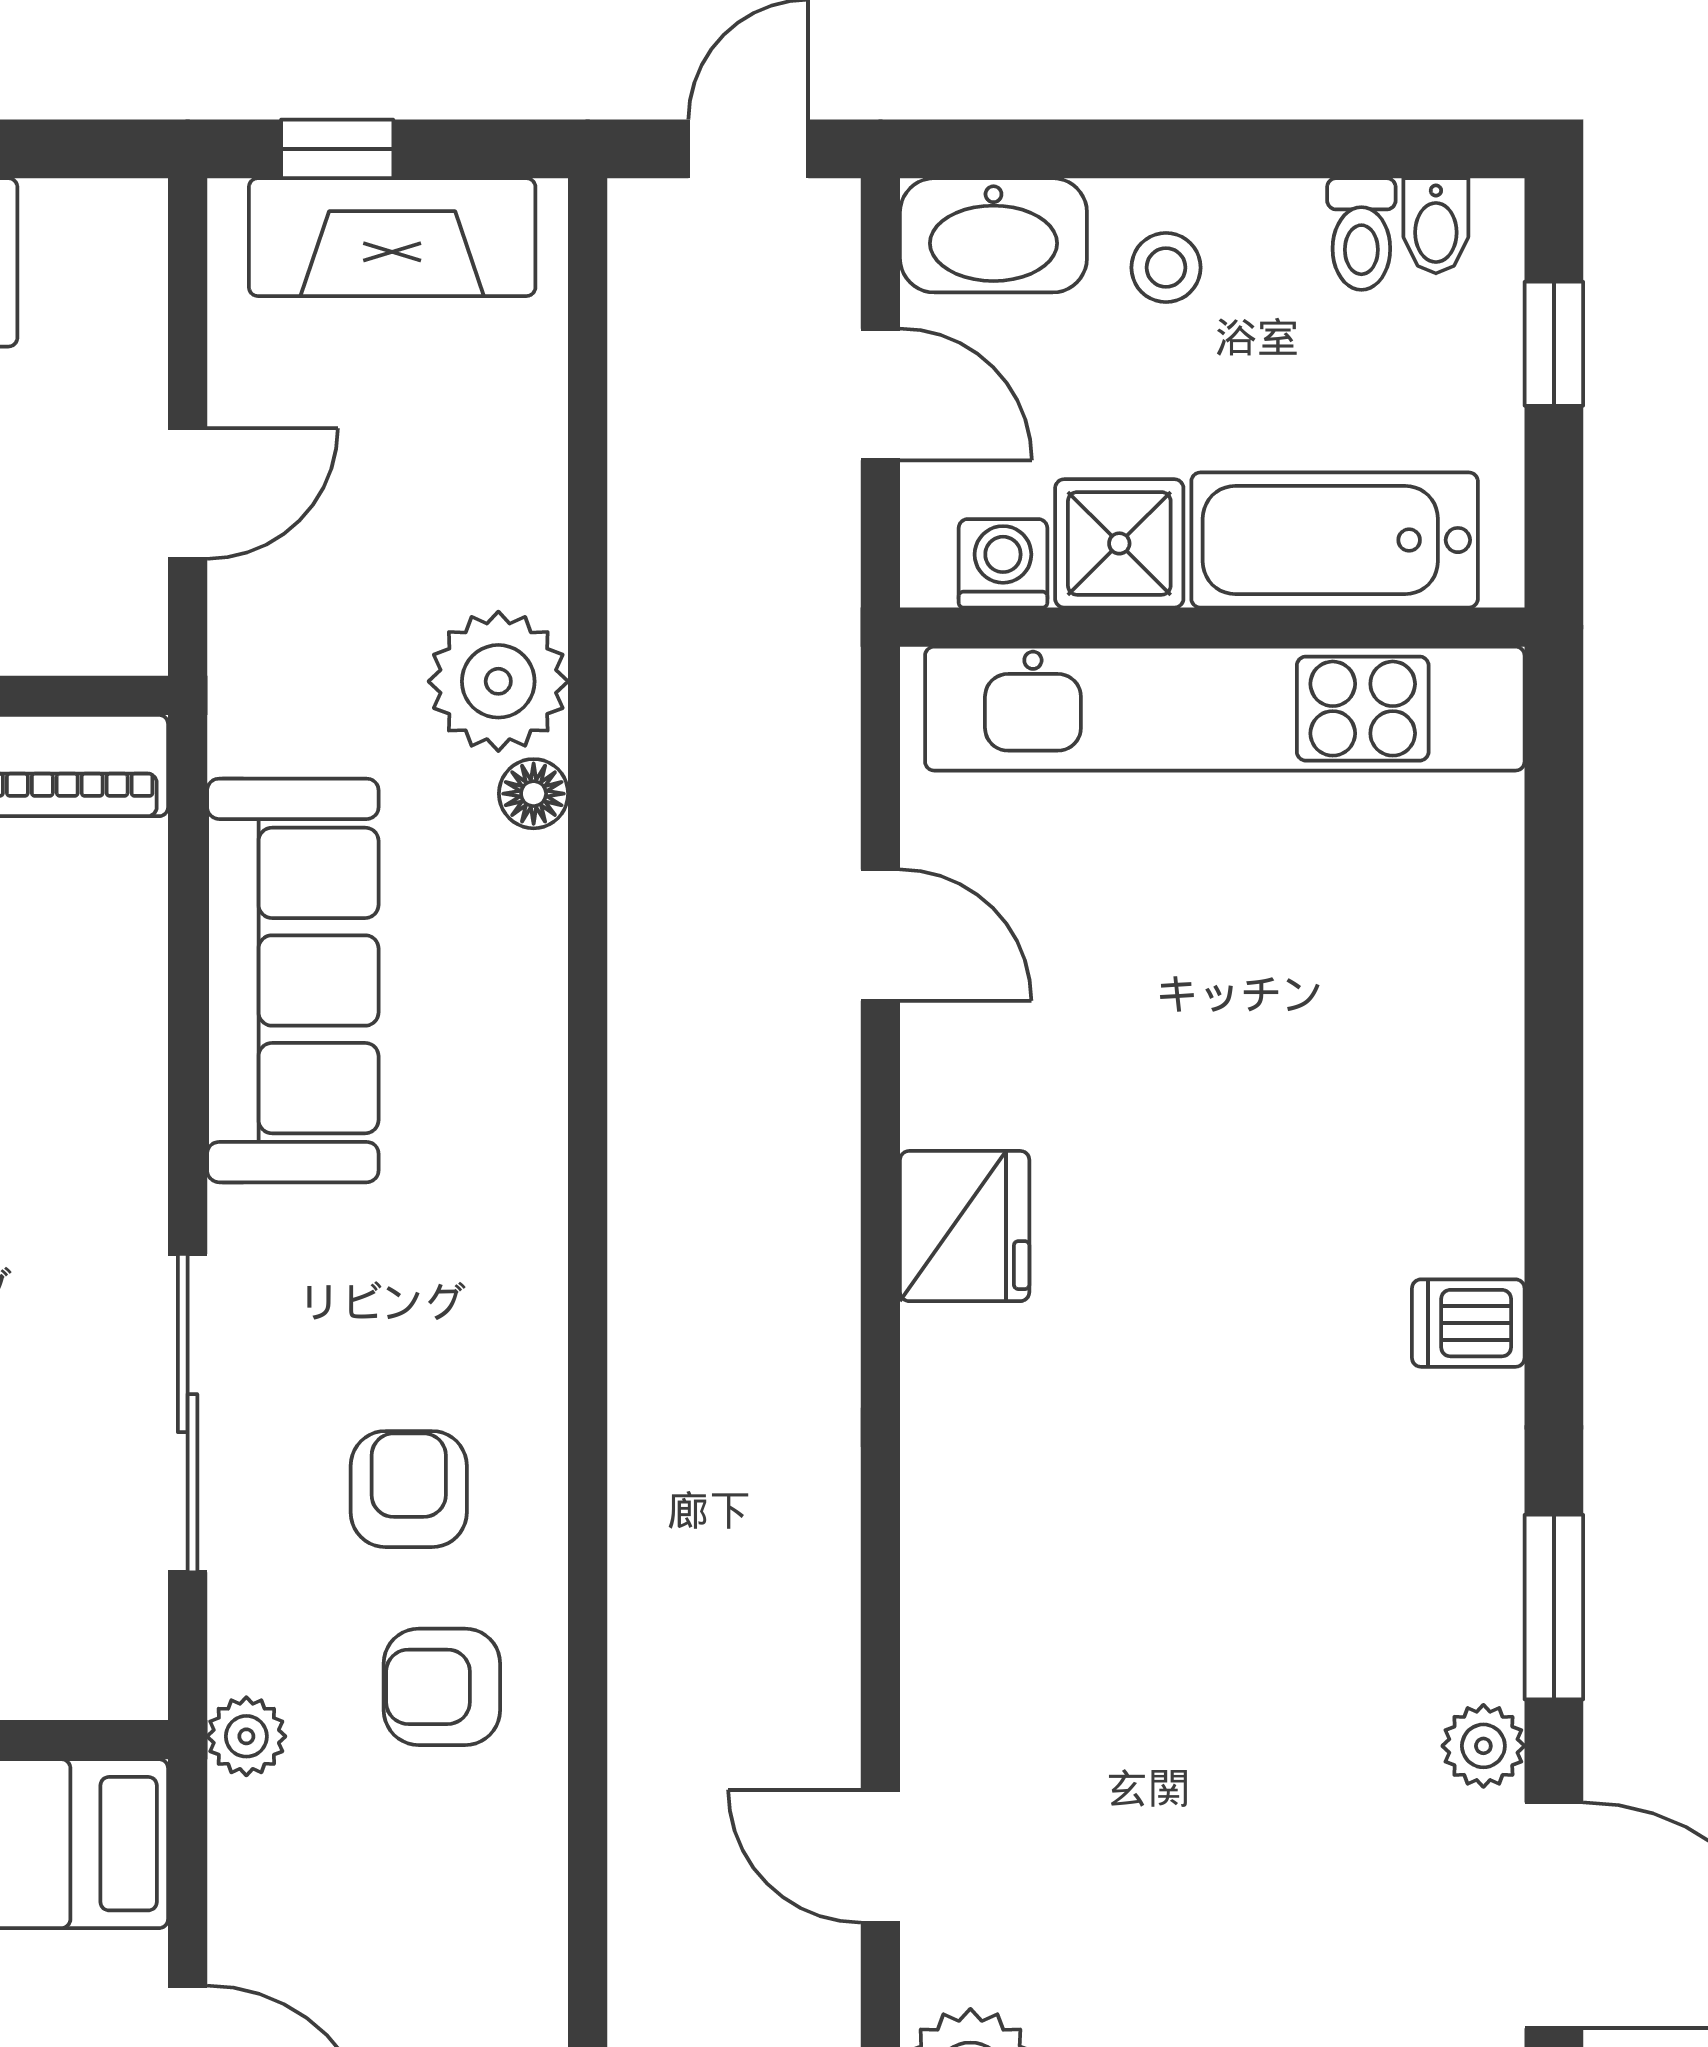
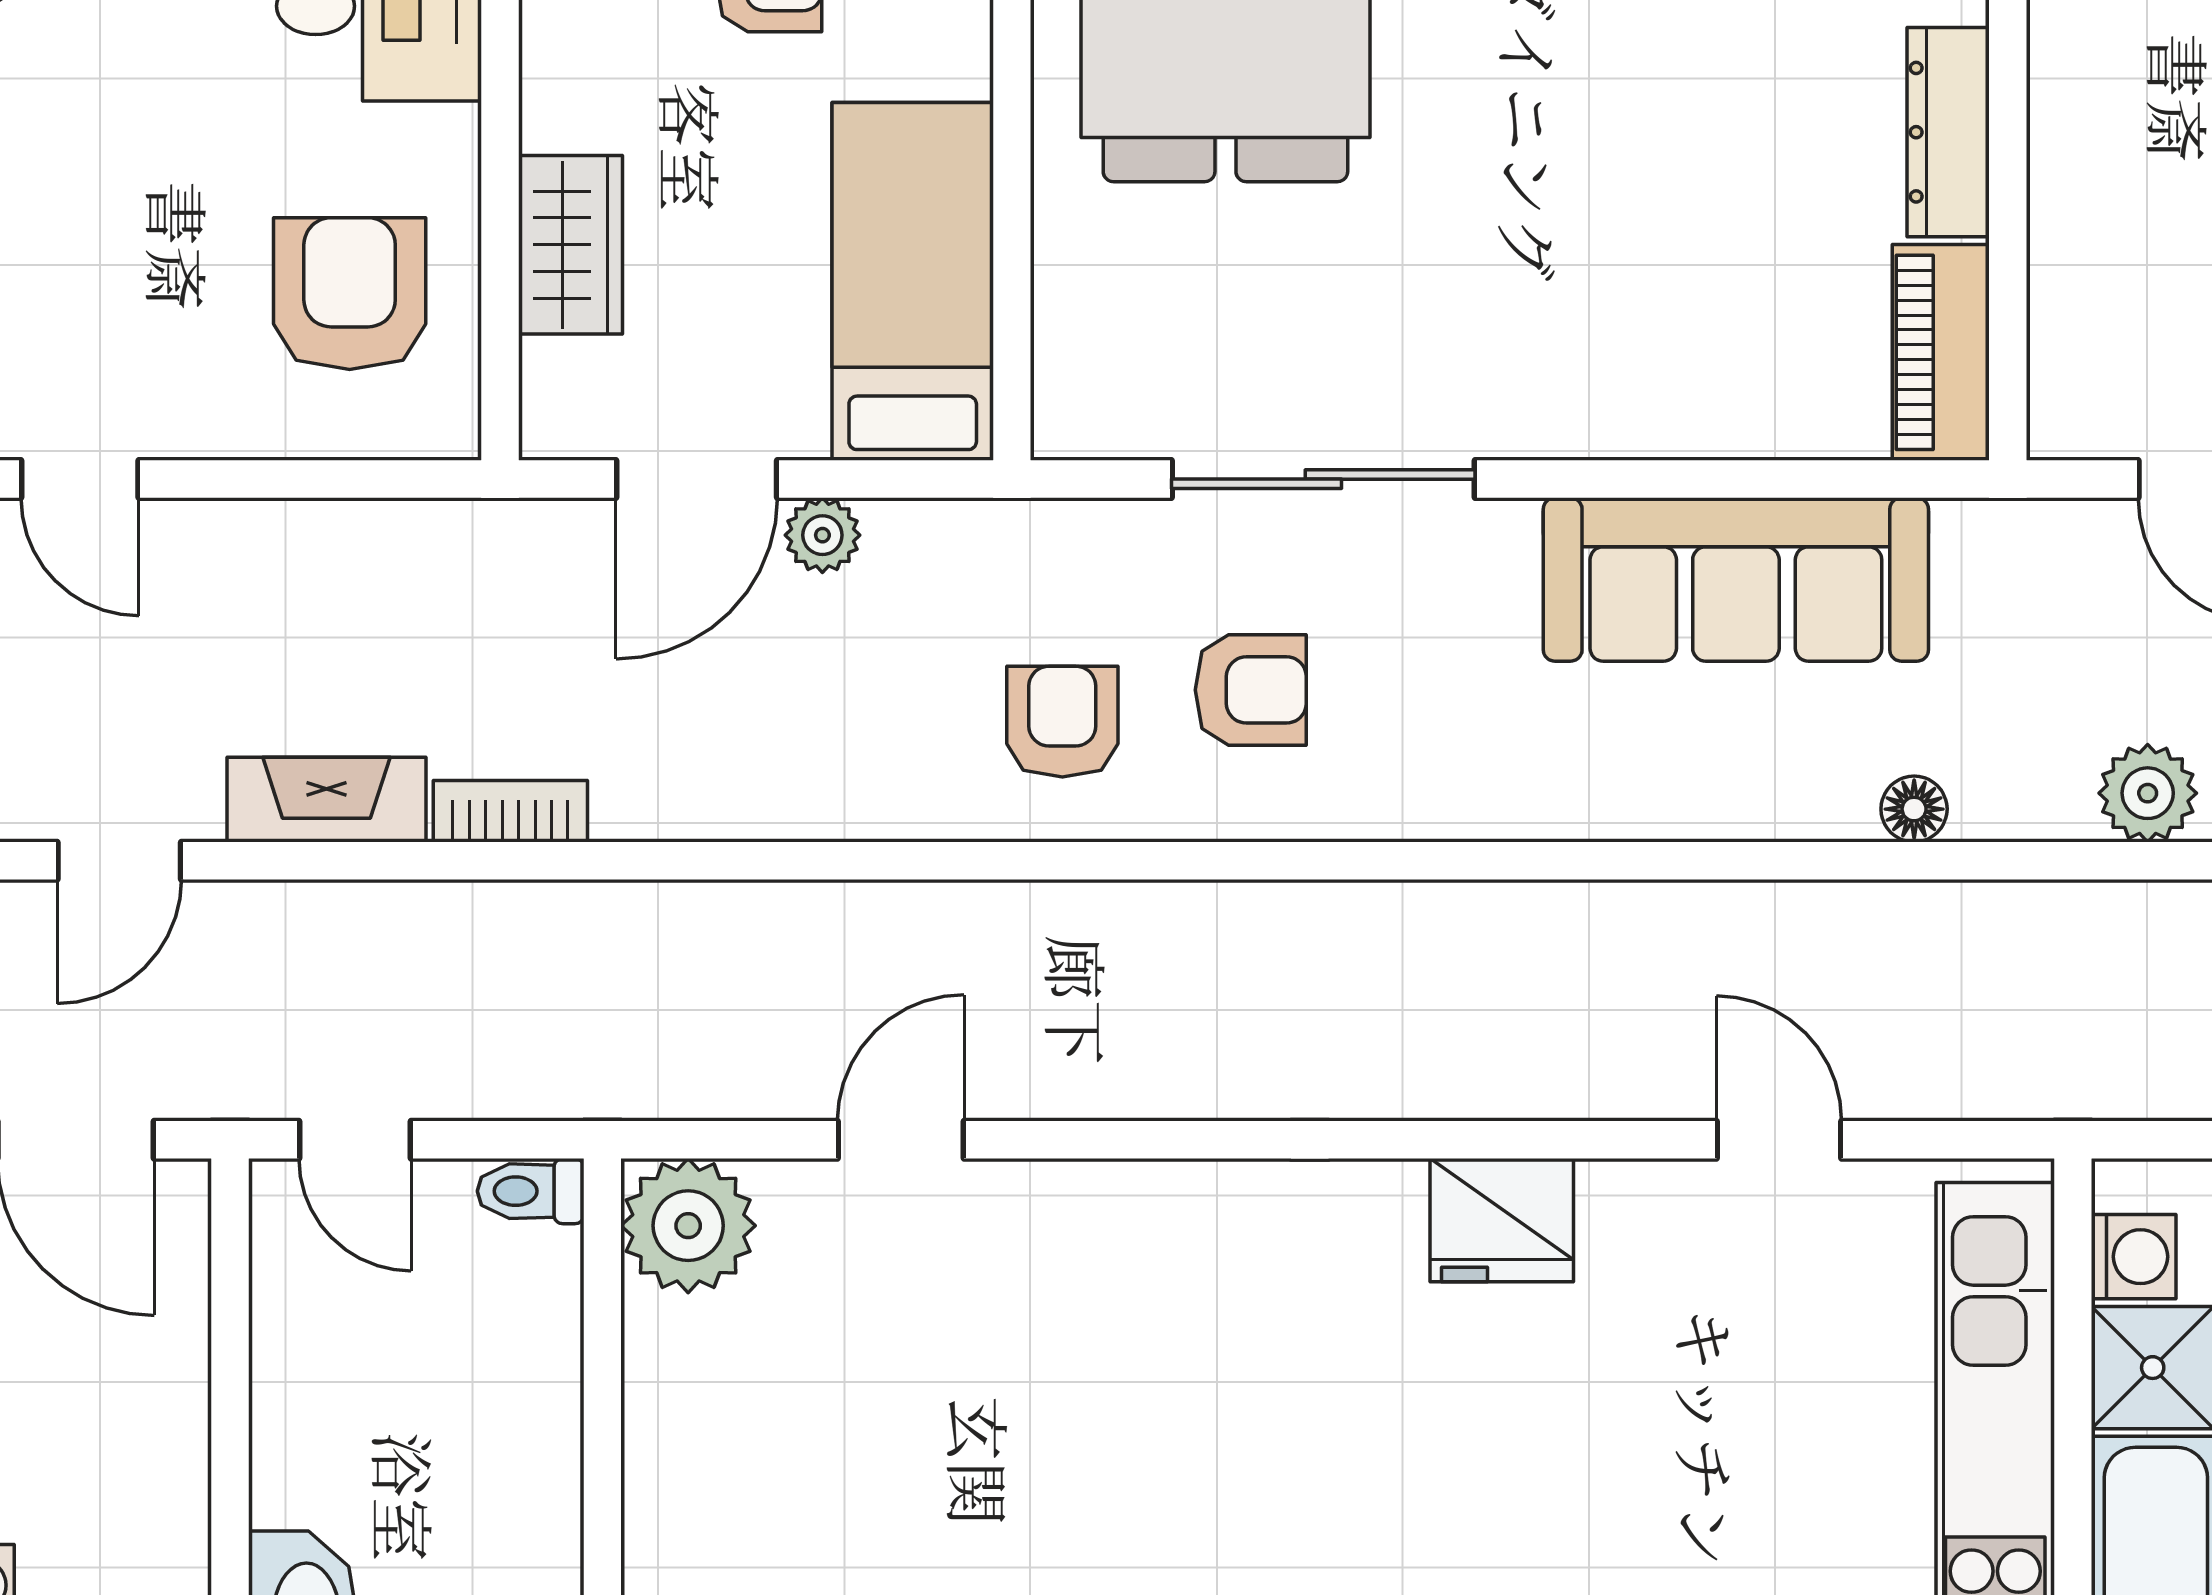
plant: (498, 681) -> (2148, 793), moved, width x0.73, depth x0.73
door: (880, 935) -> (1779, 1140), swing flipped
plant: (246, 1736) -> (822, 535), moved

